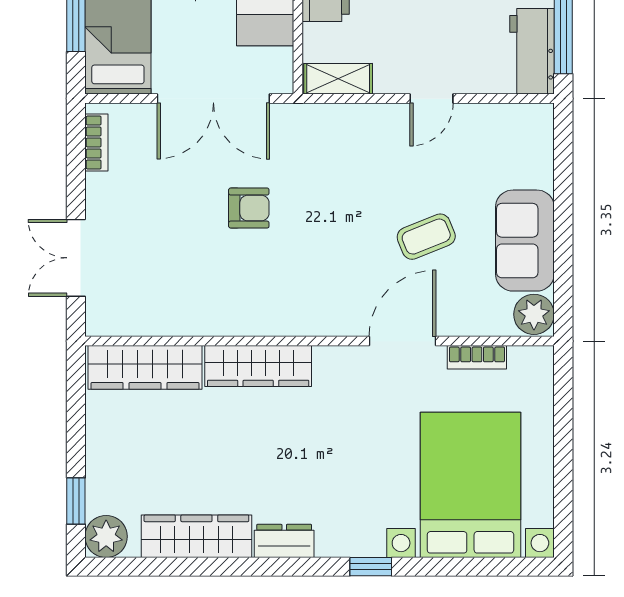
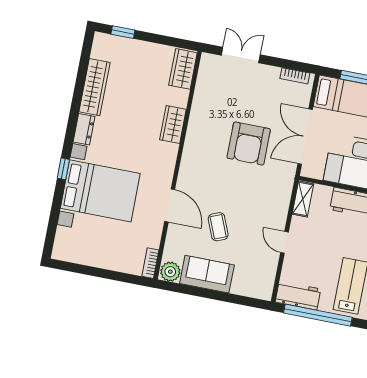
armchair: (249, 208) -> (249, 143), width x1.88, depth x1.88
bookcase: (477, 357) -> (150, 263), moved
wardrobe: (258, 366) -> (173, 125), width x0.67
wardrobe: (145, 367) -> (183, 69), width x0.67
bed with nightstands: (470, 485) -> (100, 191), moved
plant: (106, 536) -> (103, 43), removed

